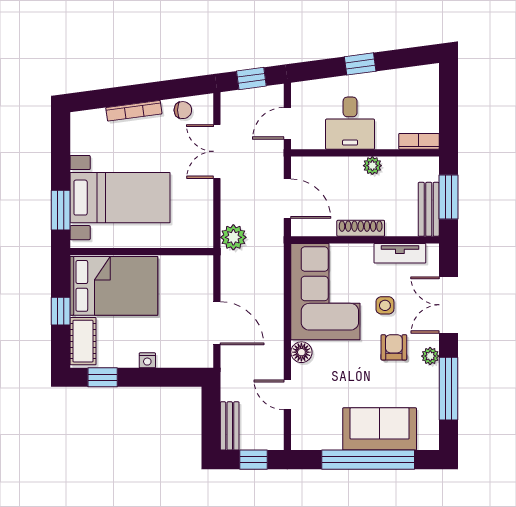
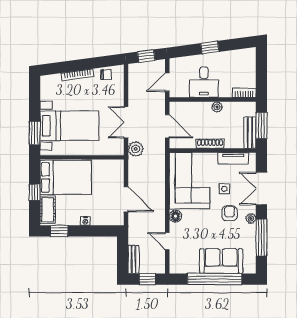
double door: (217, 151) -> (126, 122), moved

